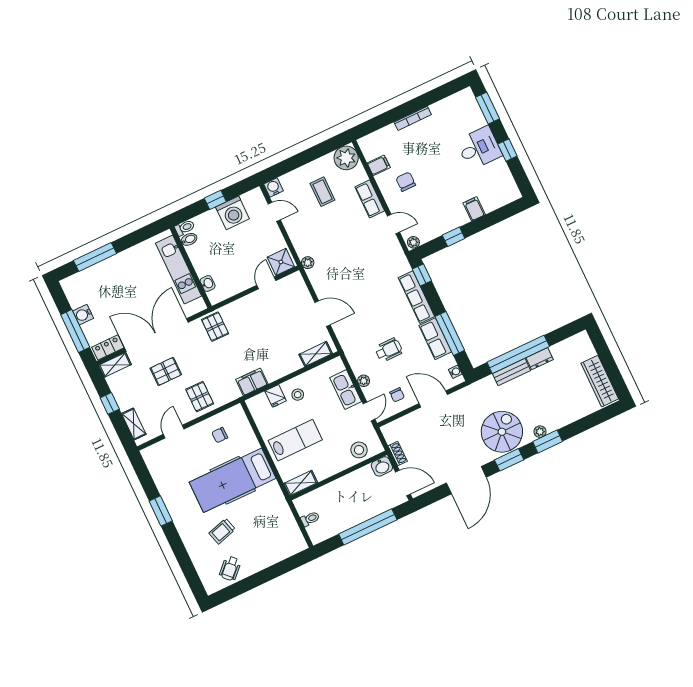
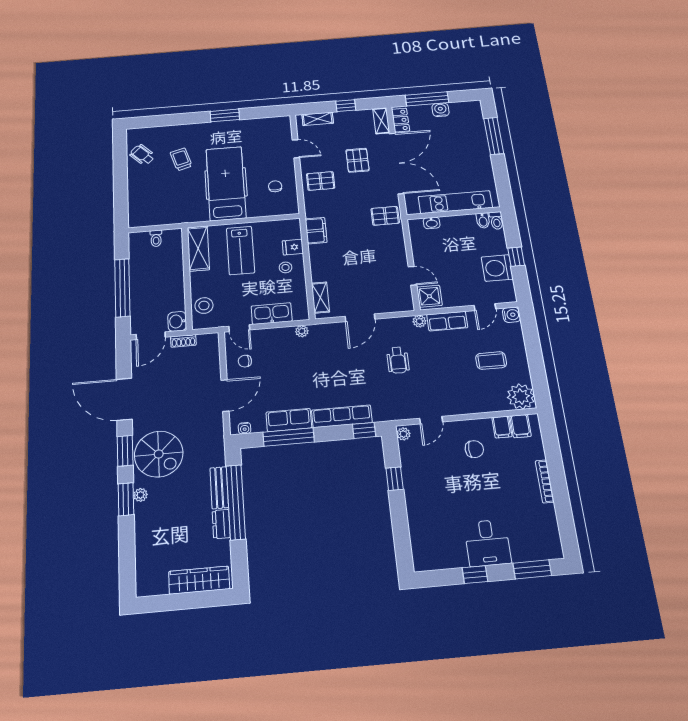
row of seats: (370, 199) -> (447, 321), moved, turned 180
filing cabinet: (474, 209) -> (521, 426), moved, turned 90
wheelchair: (389, 350) -> (398, 360), moved
plant: (364, 381) -> (302, 331), moved
wardrobe: (600, 381) -> (199, 580), moved
shelving: (301, 483) -> (198, 248), width x1.50, depth x1.33

